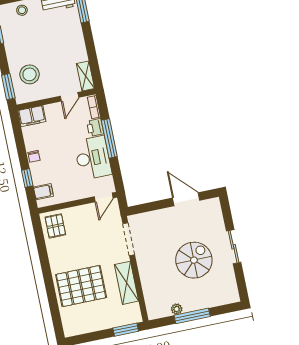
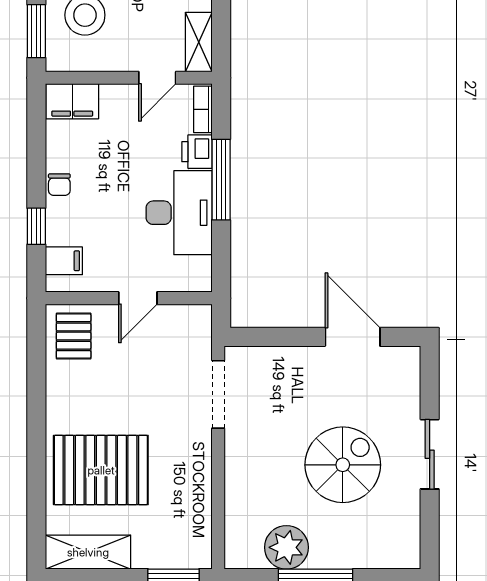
door: (104, 197) -> (138, 298), moved
shelving: (126, 283) -> (88, 552), moved, turned 90
plant: (177, 309) -> (286, 547), width x1.88, depth x1.88

